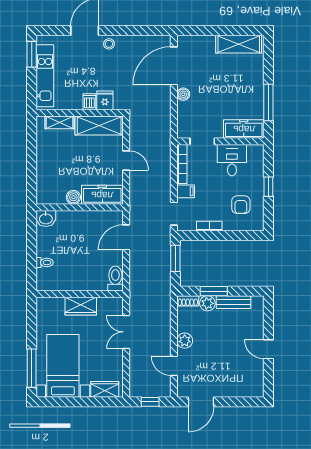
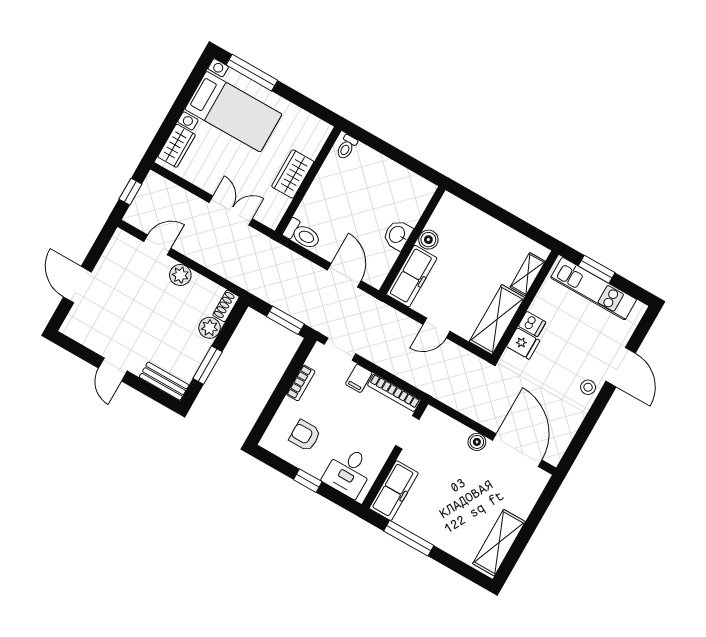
window: (32, 54) -> (597, 269), moved
desk: (232, 160) -> (348, 472), moved, turned 90
washbasin: (46, 218) -> (397, 235), moved
toilet: (45, 262) -> (347, 147), moved
window: (214, 291) -> (208, 365), moved
bench: (233, 302) -> (164, 381), moved, turned 90
door: (268, 349) -> (113, 369), swing flipped
door: (201, 402) -> (77, 285), moved

